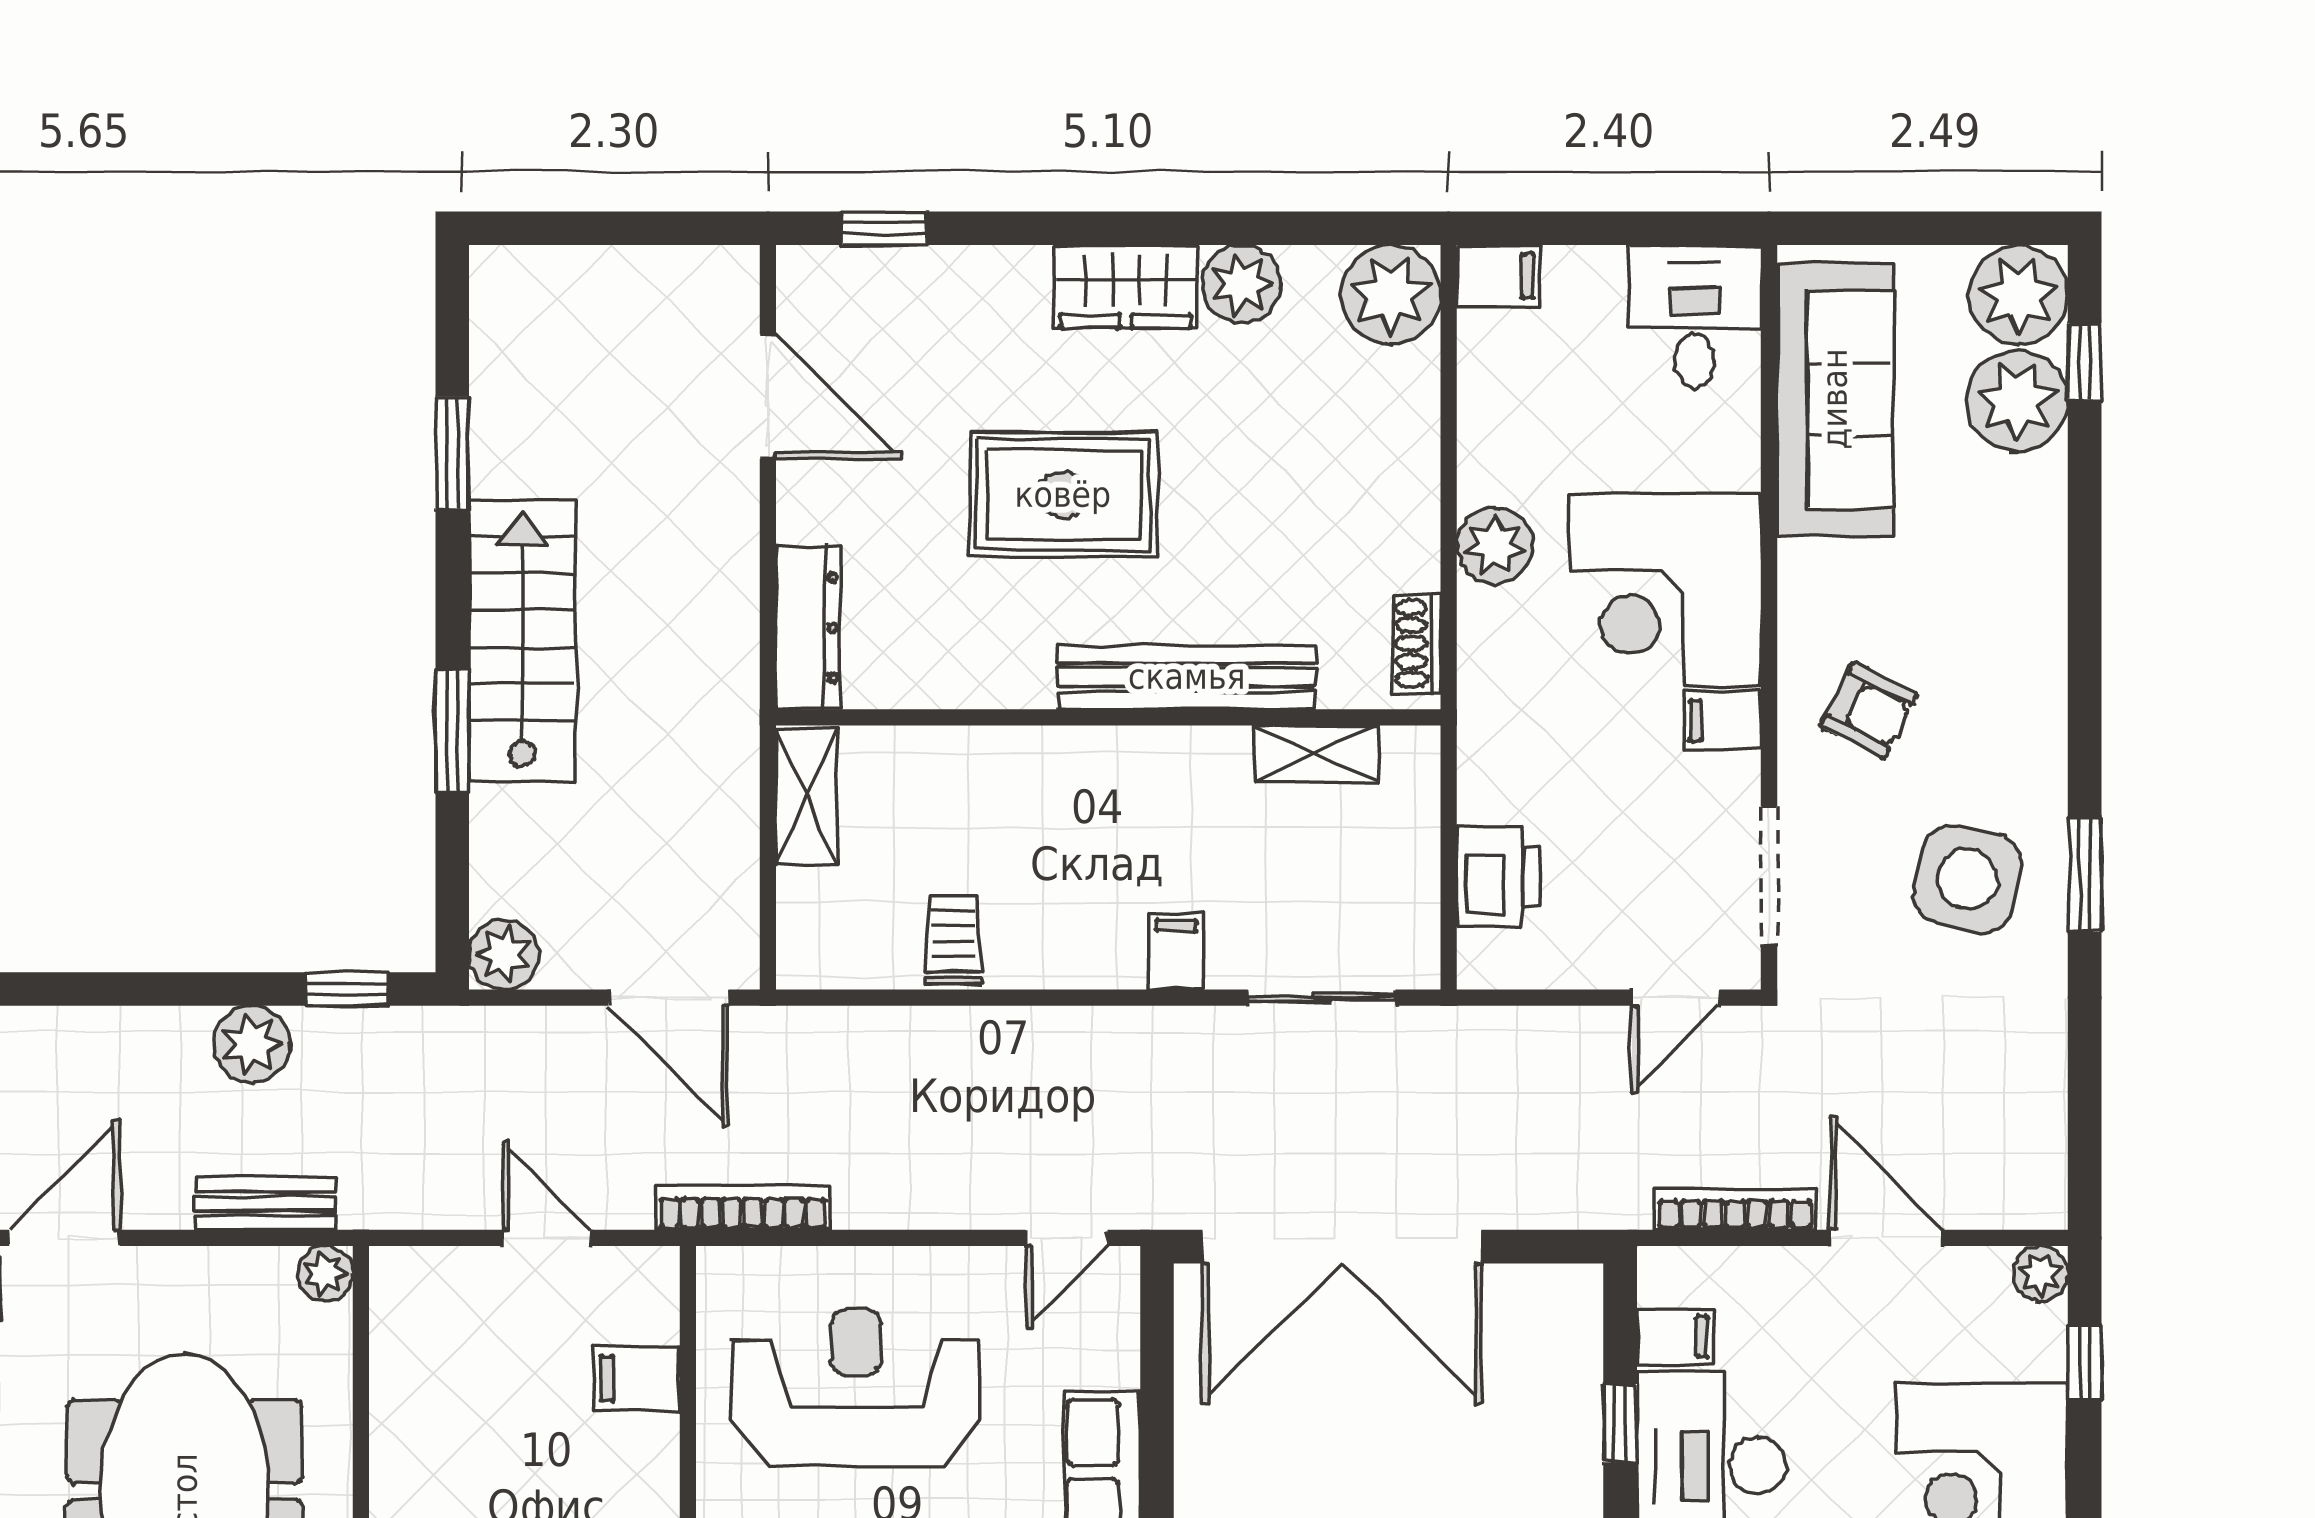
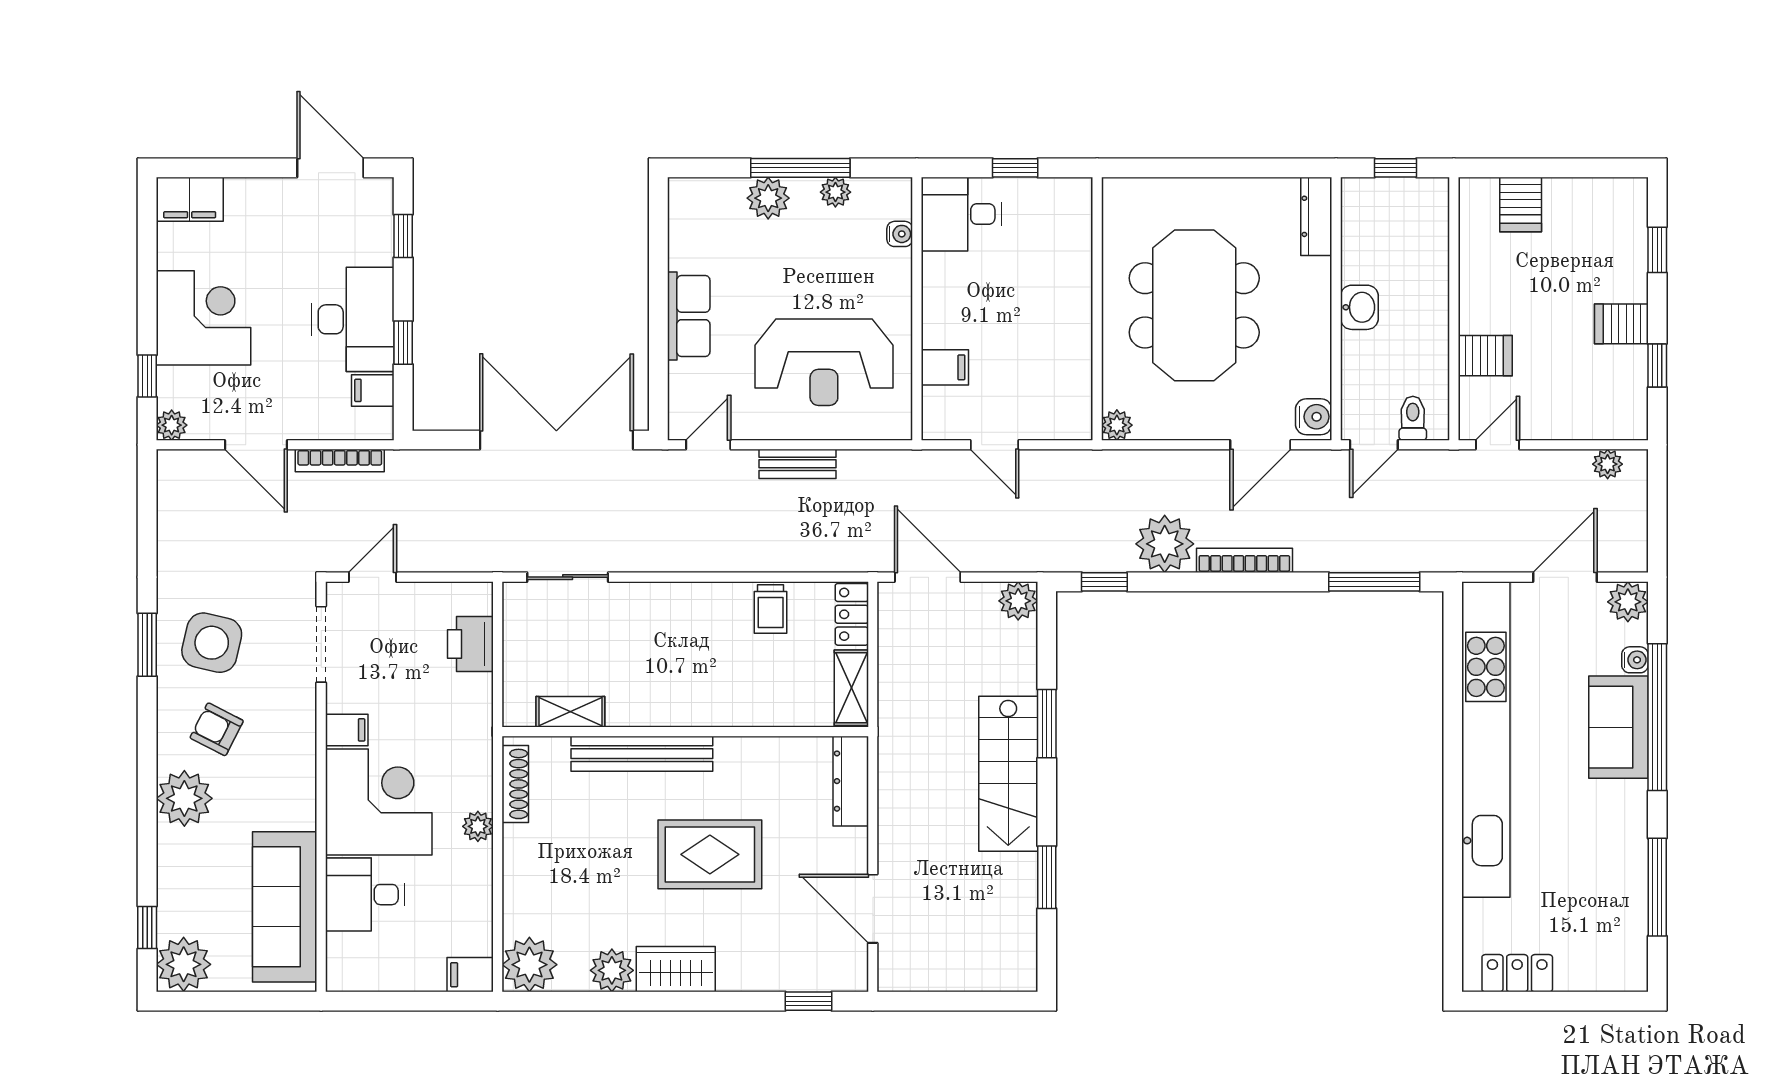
desk: (1695, 316) -> (365, 895), moved, turned 90
plant: (2017, 401) -> (184, 798), moved
plant: (1495, 546) -> (478, 826), width x0.73, depth x0.73
shoe rack: (1417, 643) -> (515, 784), width x1.43
armchair: (1869, 710) -> (217, 729), moved
locker: (806, 930) -> (852, 614), added
filing cabinet: (1176, 952) -> (648, 602), removed
plant: (252, 1044) -> (1165, 544), width x1.36, depth x1.36
bench: (266, 1203) -> (798, 464), moved
bookcase: (742, 1208) -> (1244, 560), moved, turned 180

